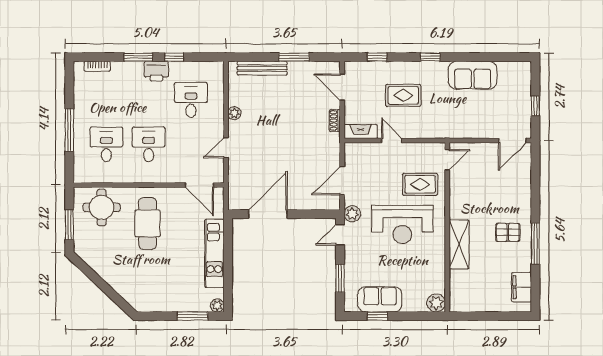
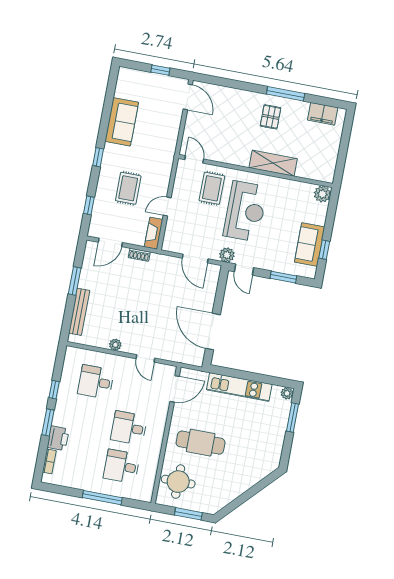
printer: (156, 71) -> (58, 438), moved

